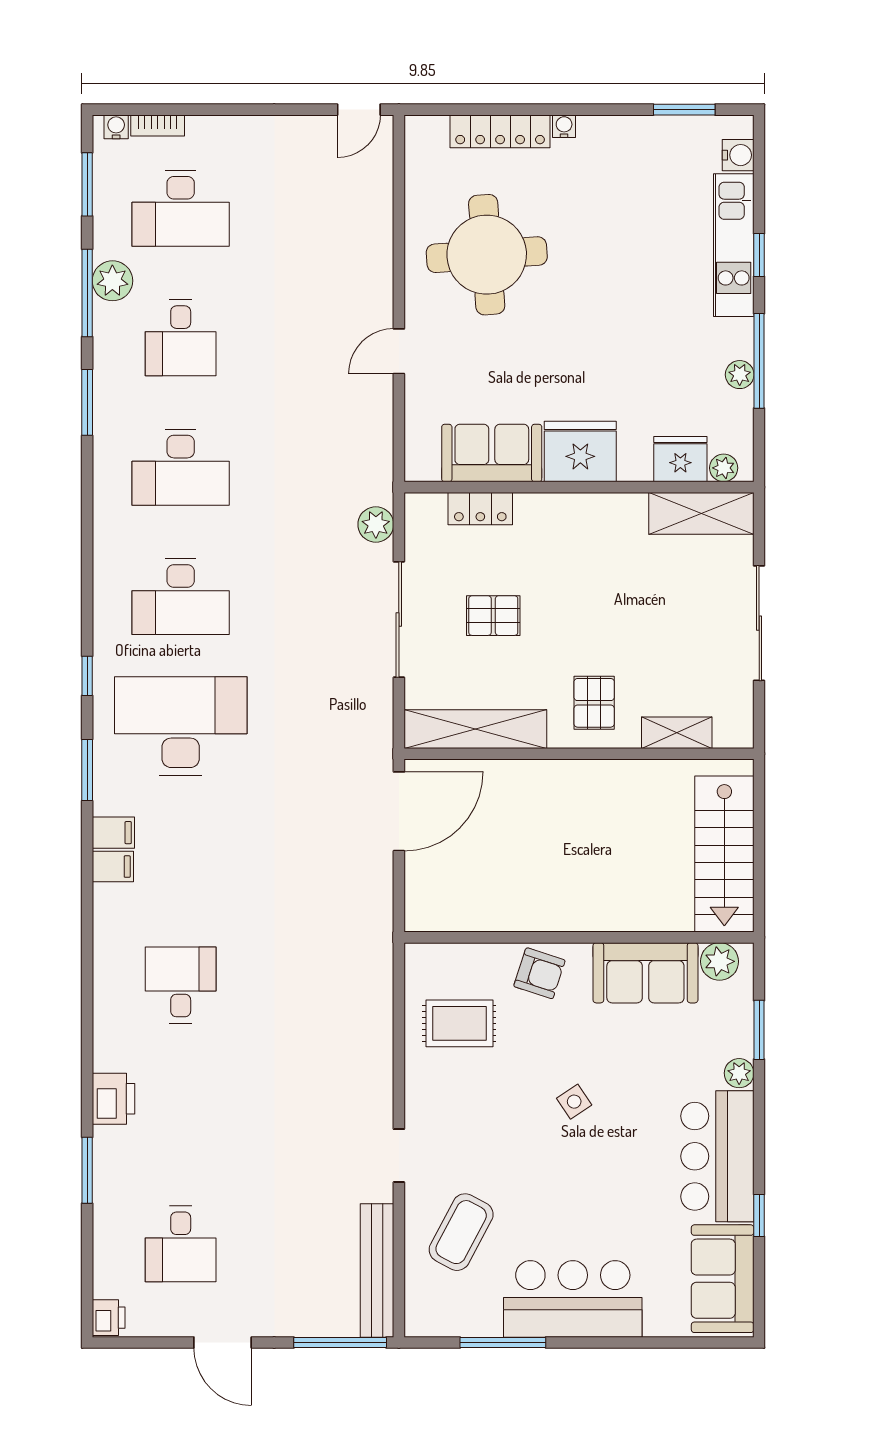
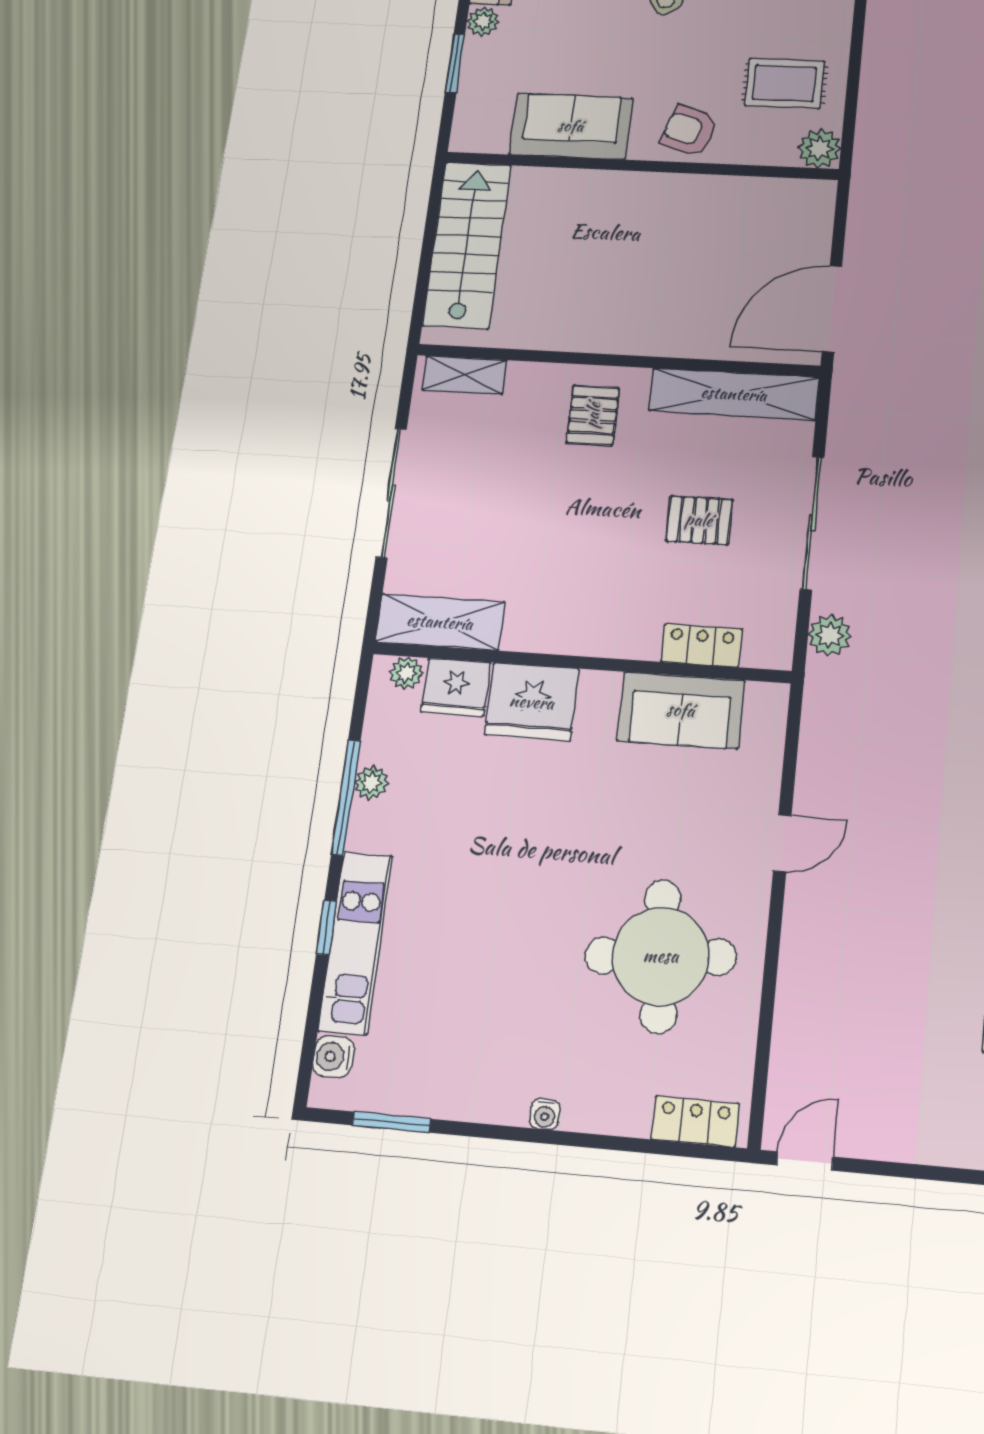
locker: (500, 131) -> (695, 1121), moved, width x0.66
fridge: (580, 452) -> (532, 702), moved
shelving: (677, 733) -> (464, 375), moved
plant: (719, 961) -> (819, 149), moved

